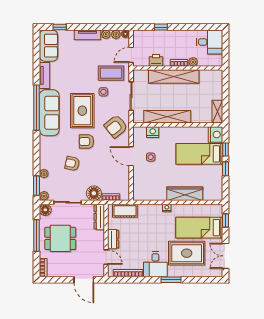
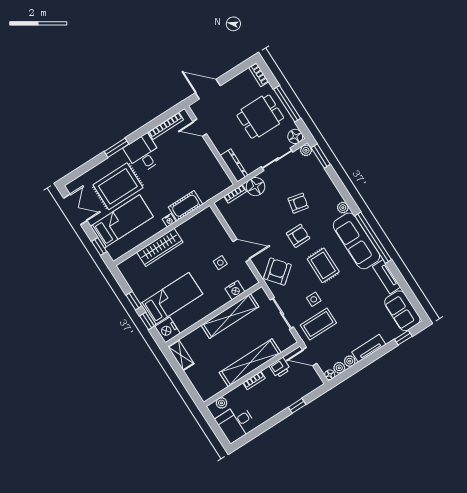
door: (131, 55) -> (310, 357), swing flipped
plant: (193, 62) -> (221, 403), moved
rug: (82, 111) -> (323, 265), width x0.73, depth x0.70
plant: (44, 174) -> (343, 208), moved
cot: (125, 211) -> (185, 206), moved
dresser: (113, 239) -> (204, 151), removed

